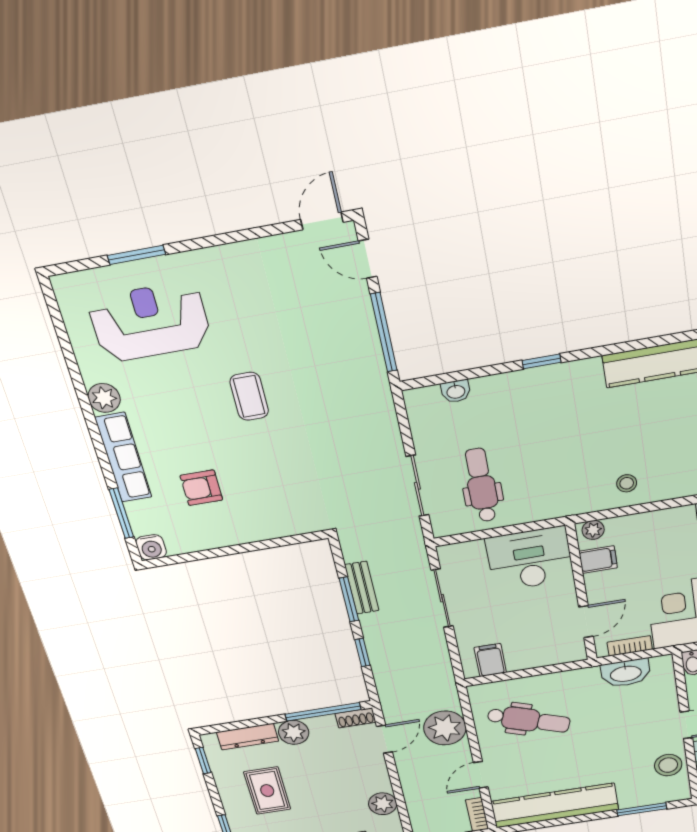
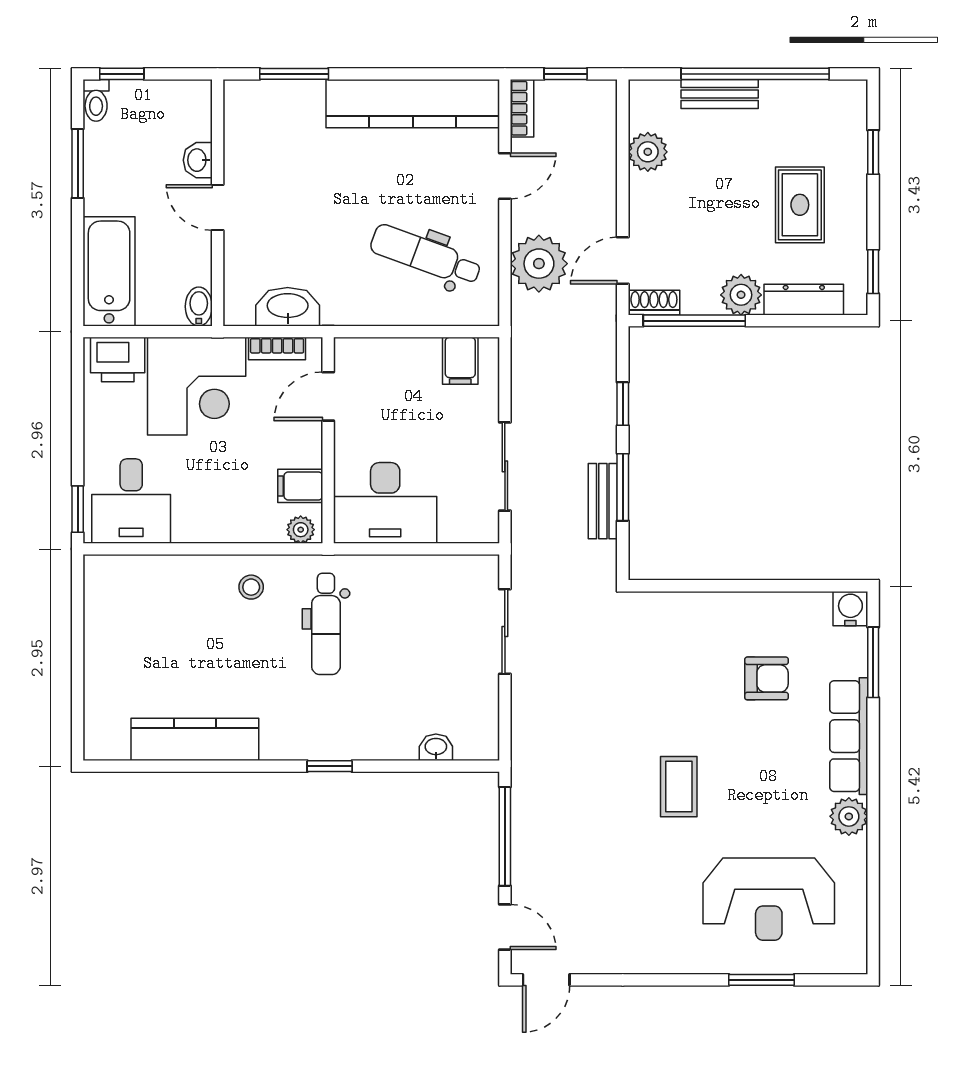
dental chair: (481, 485) -> (326, 624), moved
stool: (668, 765) -> (249, 144), removed

